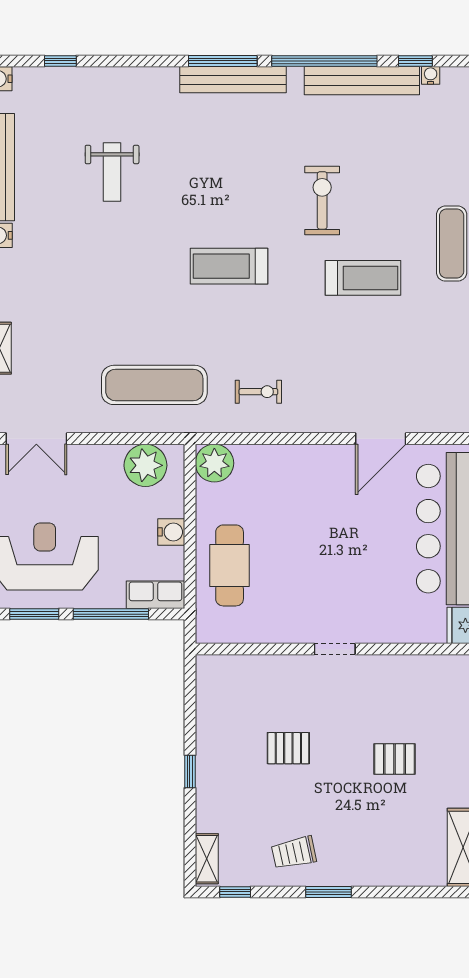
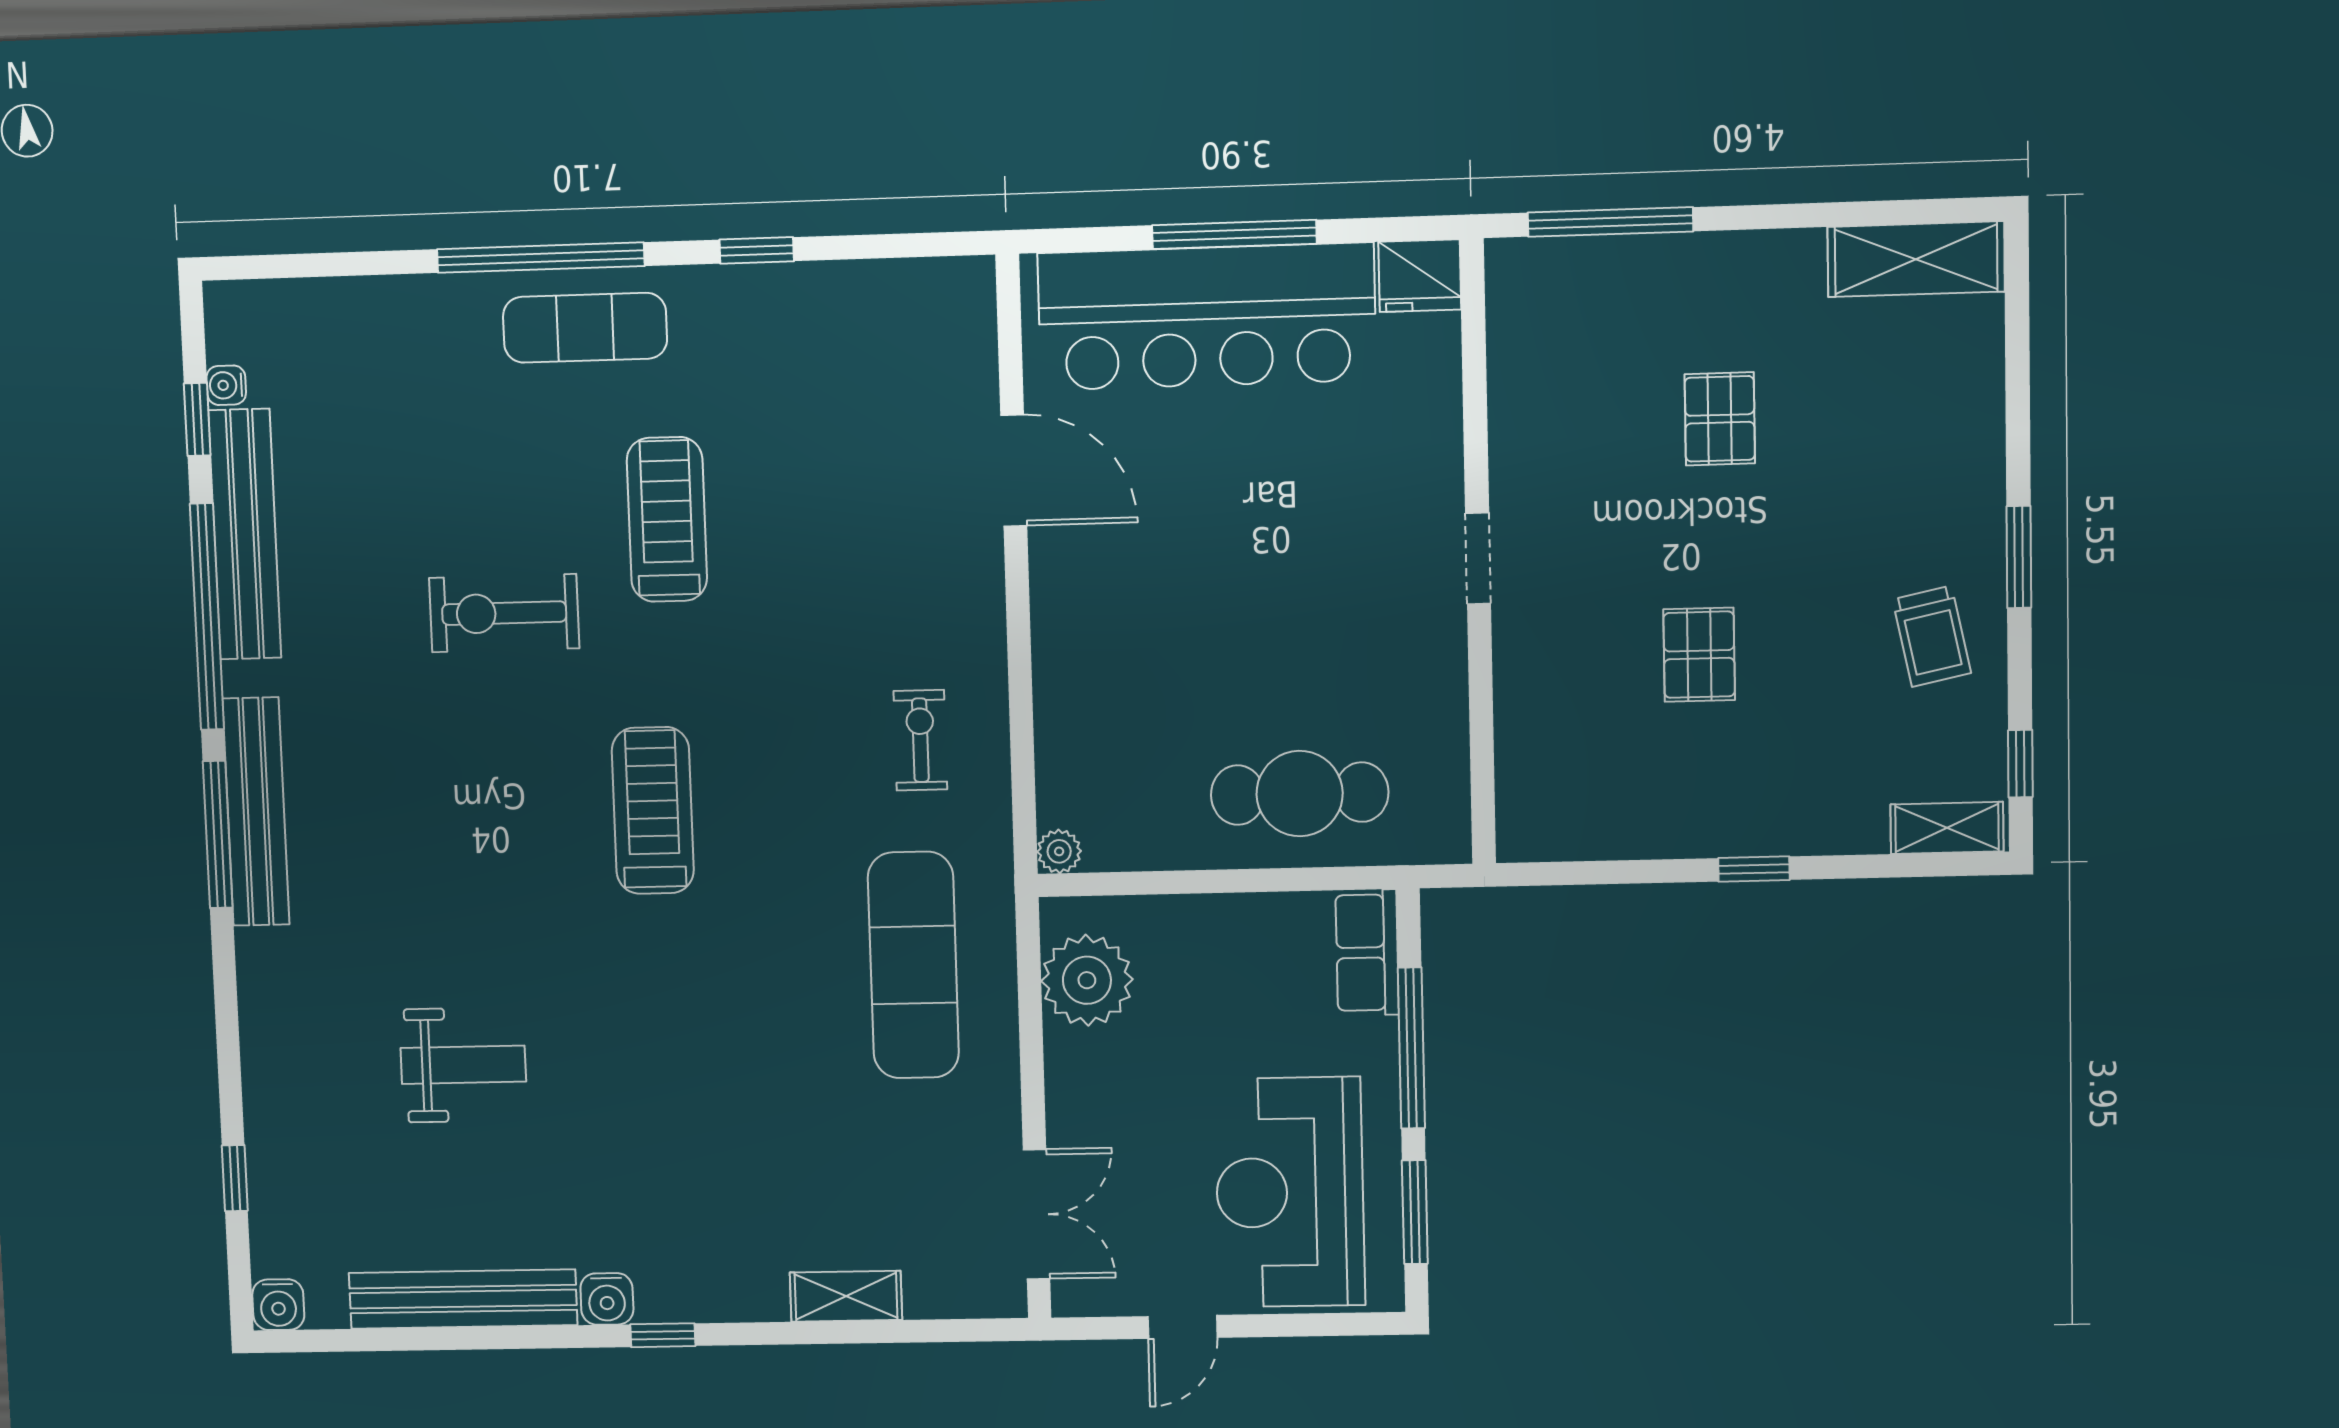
treadmill: (229, 266) -> (653, 810), turned 180
plant: (214, 463) -> (1059, 851), width x0.53, depth x0.53
water cooler: (171, 532) -> (1230, 922), removed

